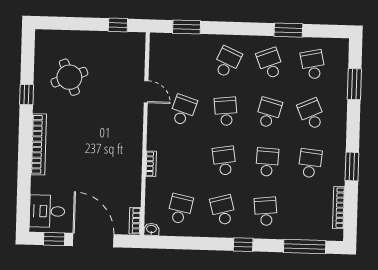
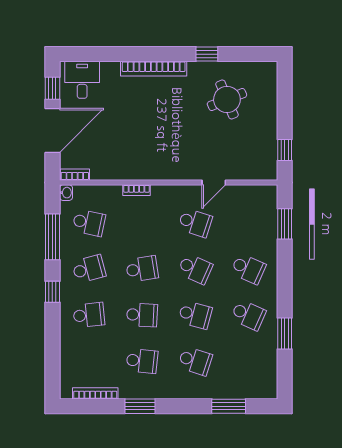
school desk: (270, 63) -> (248, 315), turned 45
school desk: (313, 65) -> (248, 361), removed
school desk: (226, 111) -> (195, 269), turned 30
school desk: (311, 114) -> (195, 361), turned 42
window: (305, 246) -> (52, 237), moved

